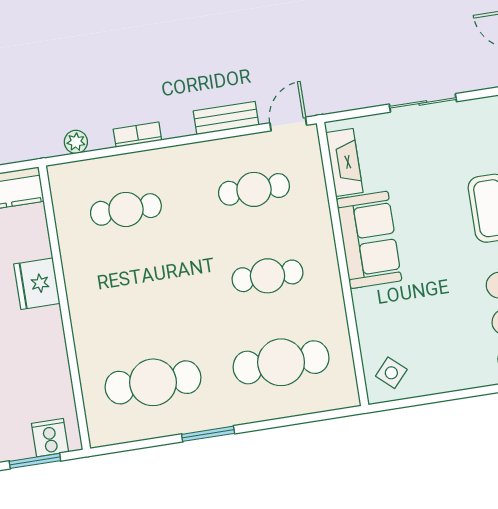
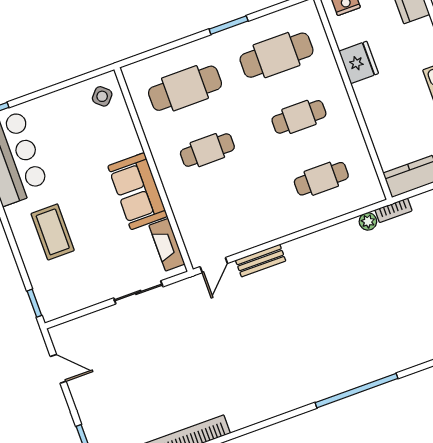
sliding door: (423, 103) -> (138, 292), moved
bookcase: (137, 135) -> (393, 210), moved
cafe table: (254, 189) -> (299, 117), moved
fridge: (37, 284) -> (359, 62), moved

